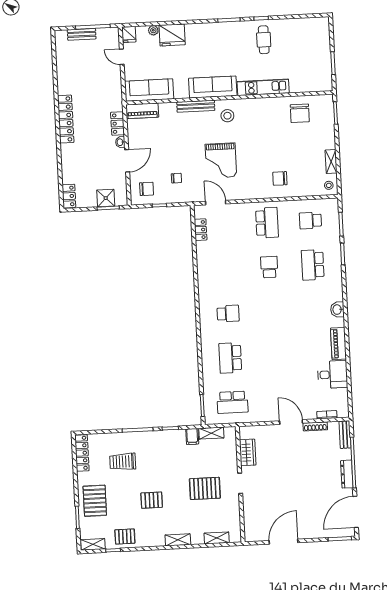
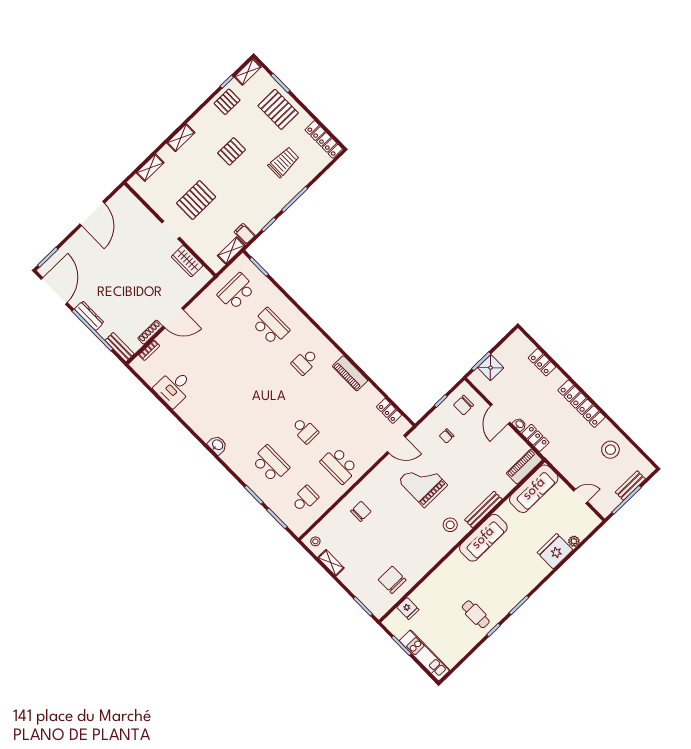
fridge: (129, 34) -> (408, 608), moved, turned 180
stool: (74, 71) -> (610, 450), added
kitchen unit: (263, 87) -> (425, 655), moved, turned -90
locker: (69, 196) -> (542, 362), moved
piano: (338, 344) -> (350, 373), moved, turned 180

